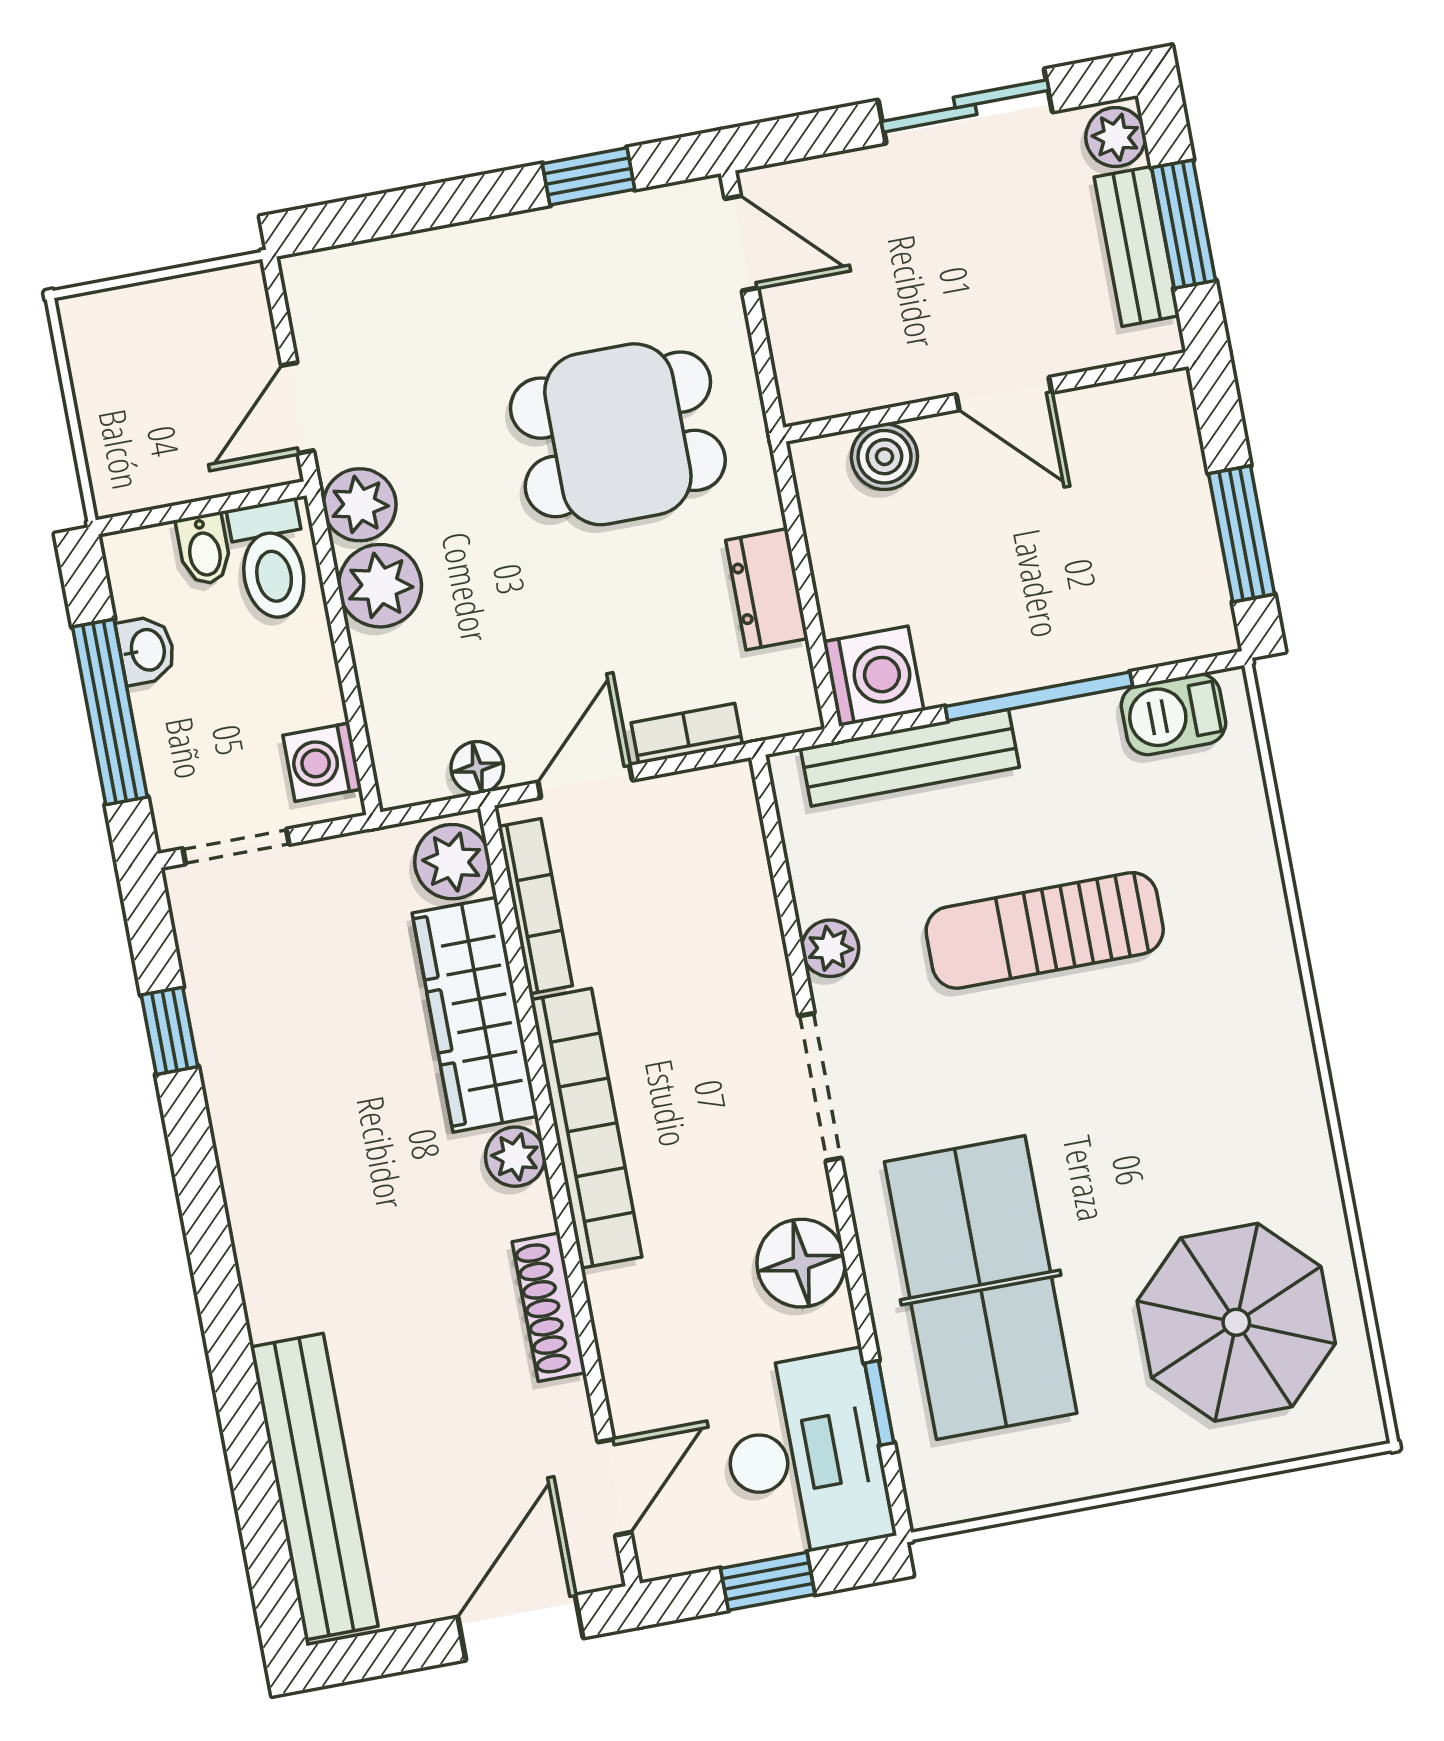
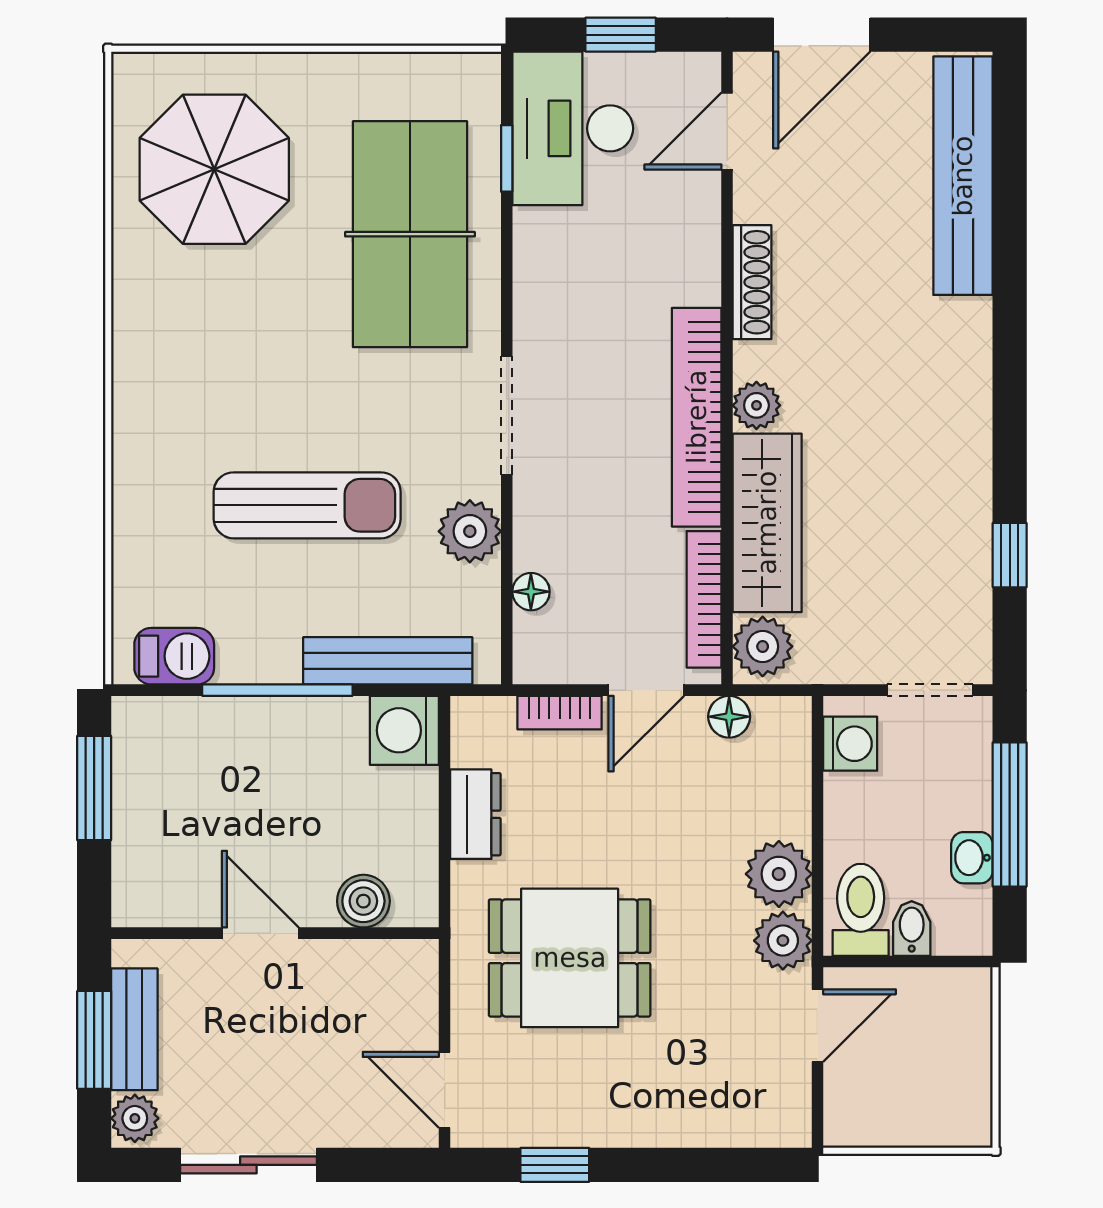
plant: (830, 948) -> (470, 531), width x1.38, depth x1.38
floor lamp: (801, 1263) -> (531, 592), moved, width x0.53, depth x0.53

